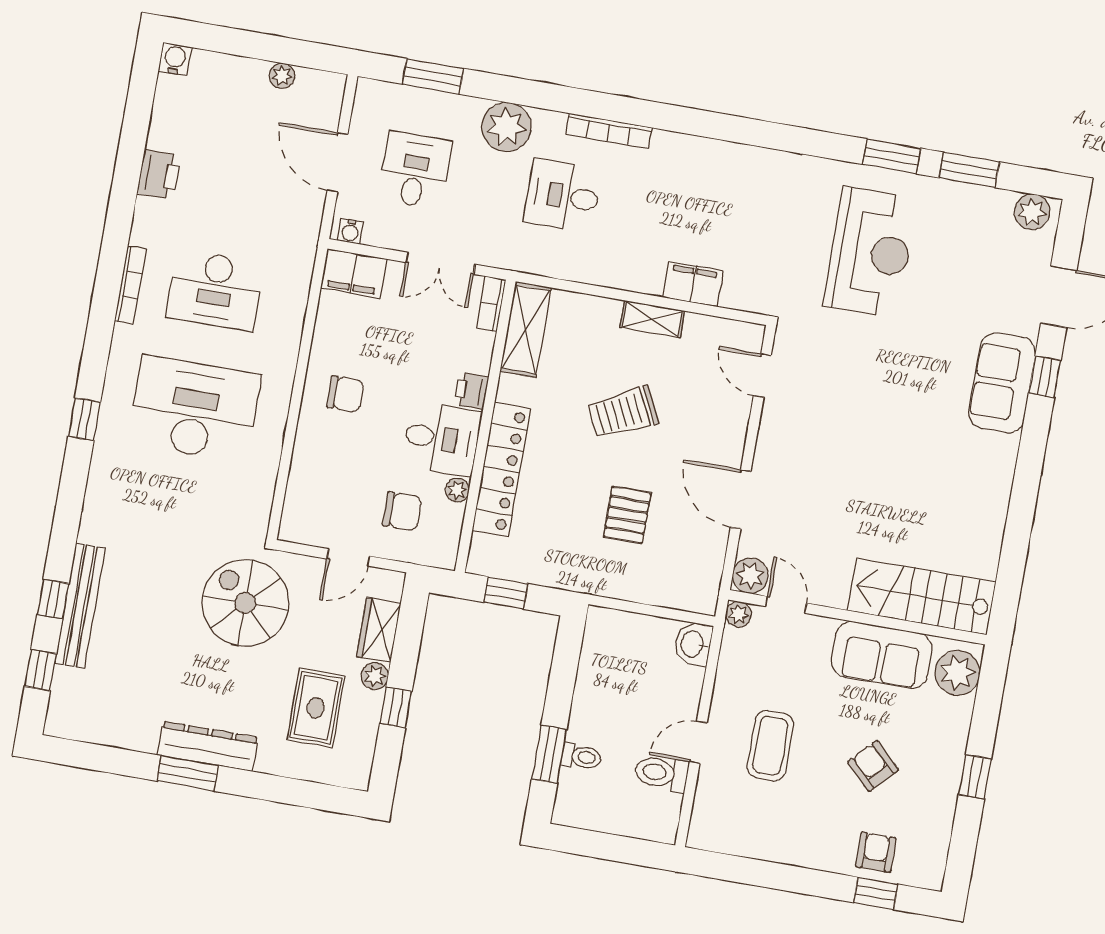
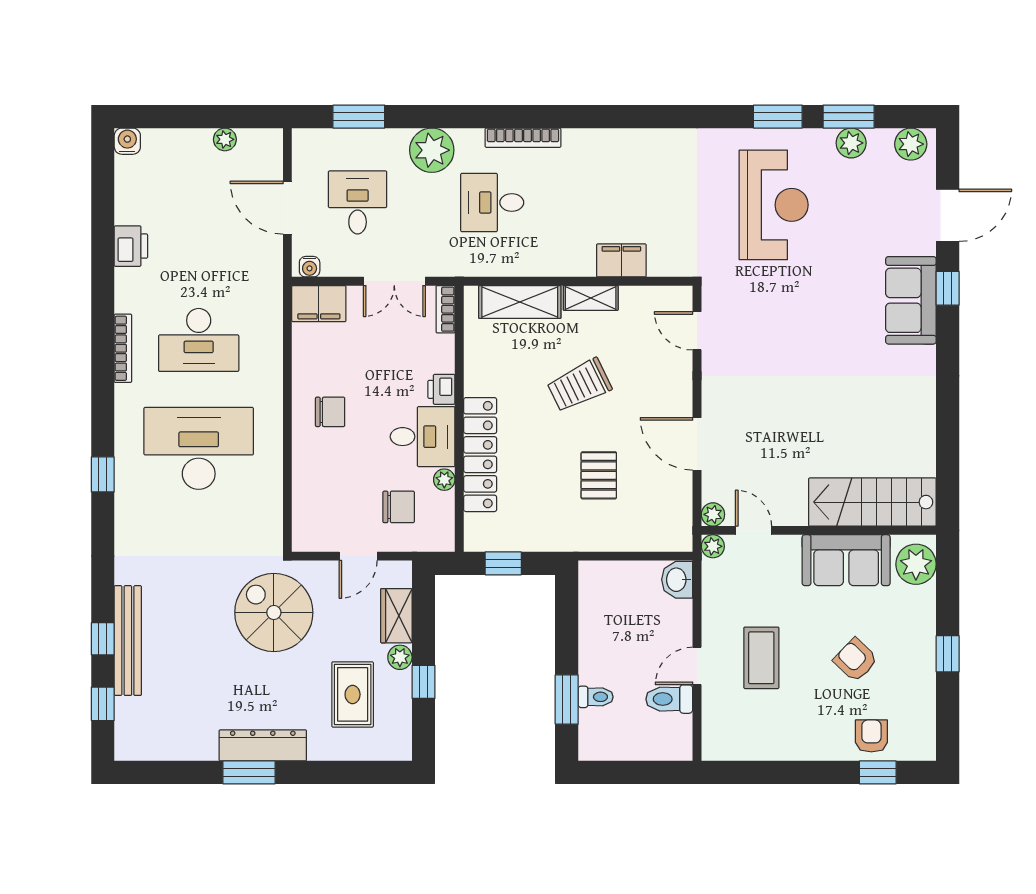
plant: (967, 199) -> (851, 143), added
shelving: (526, 329) -> (520, 302), moved, turned 90
plant: (750, 576) -> (713, 514), width x0.73, depth x0.73

